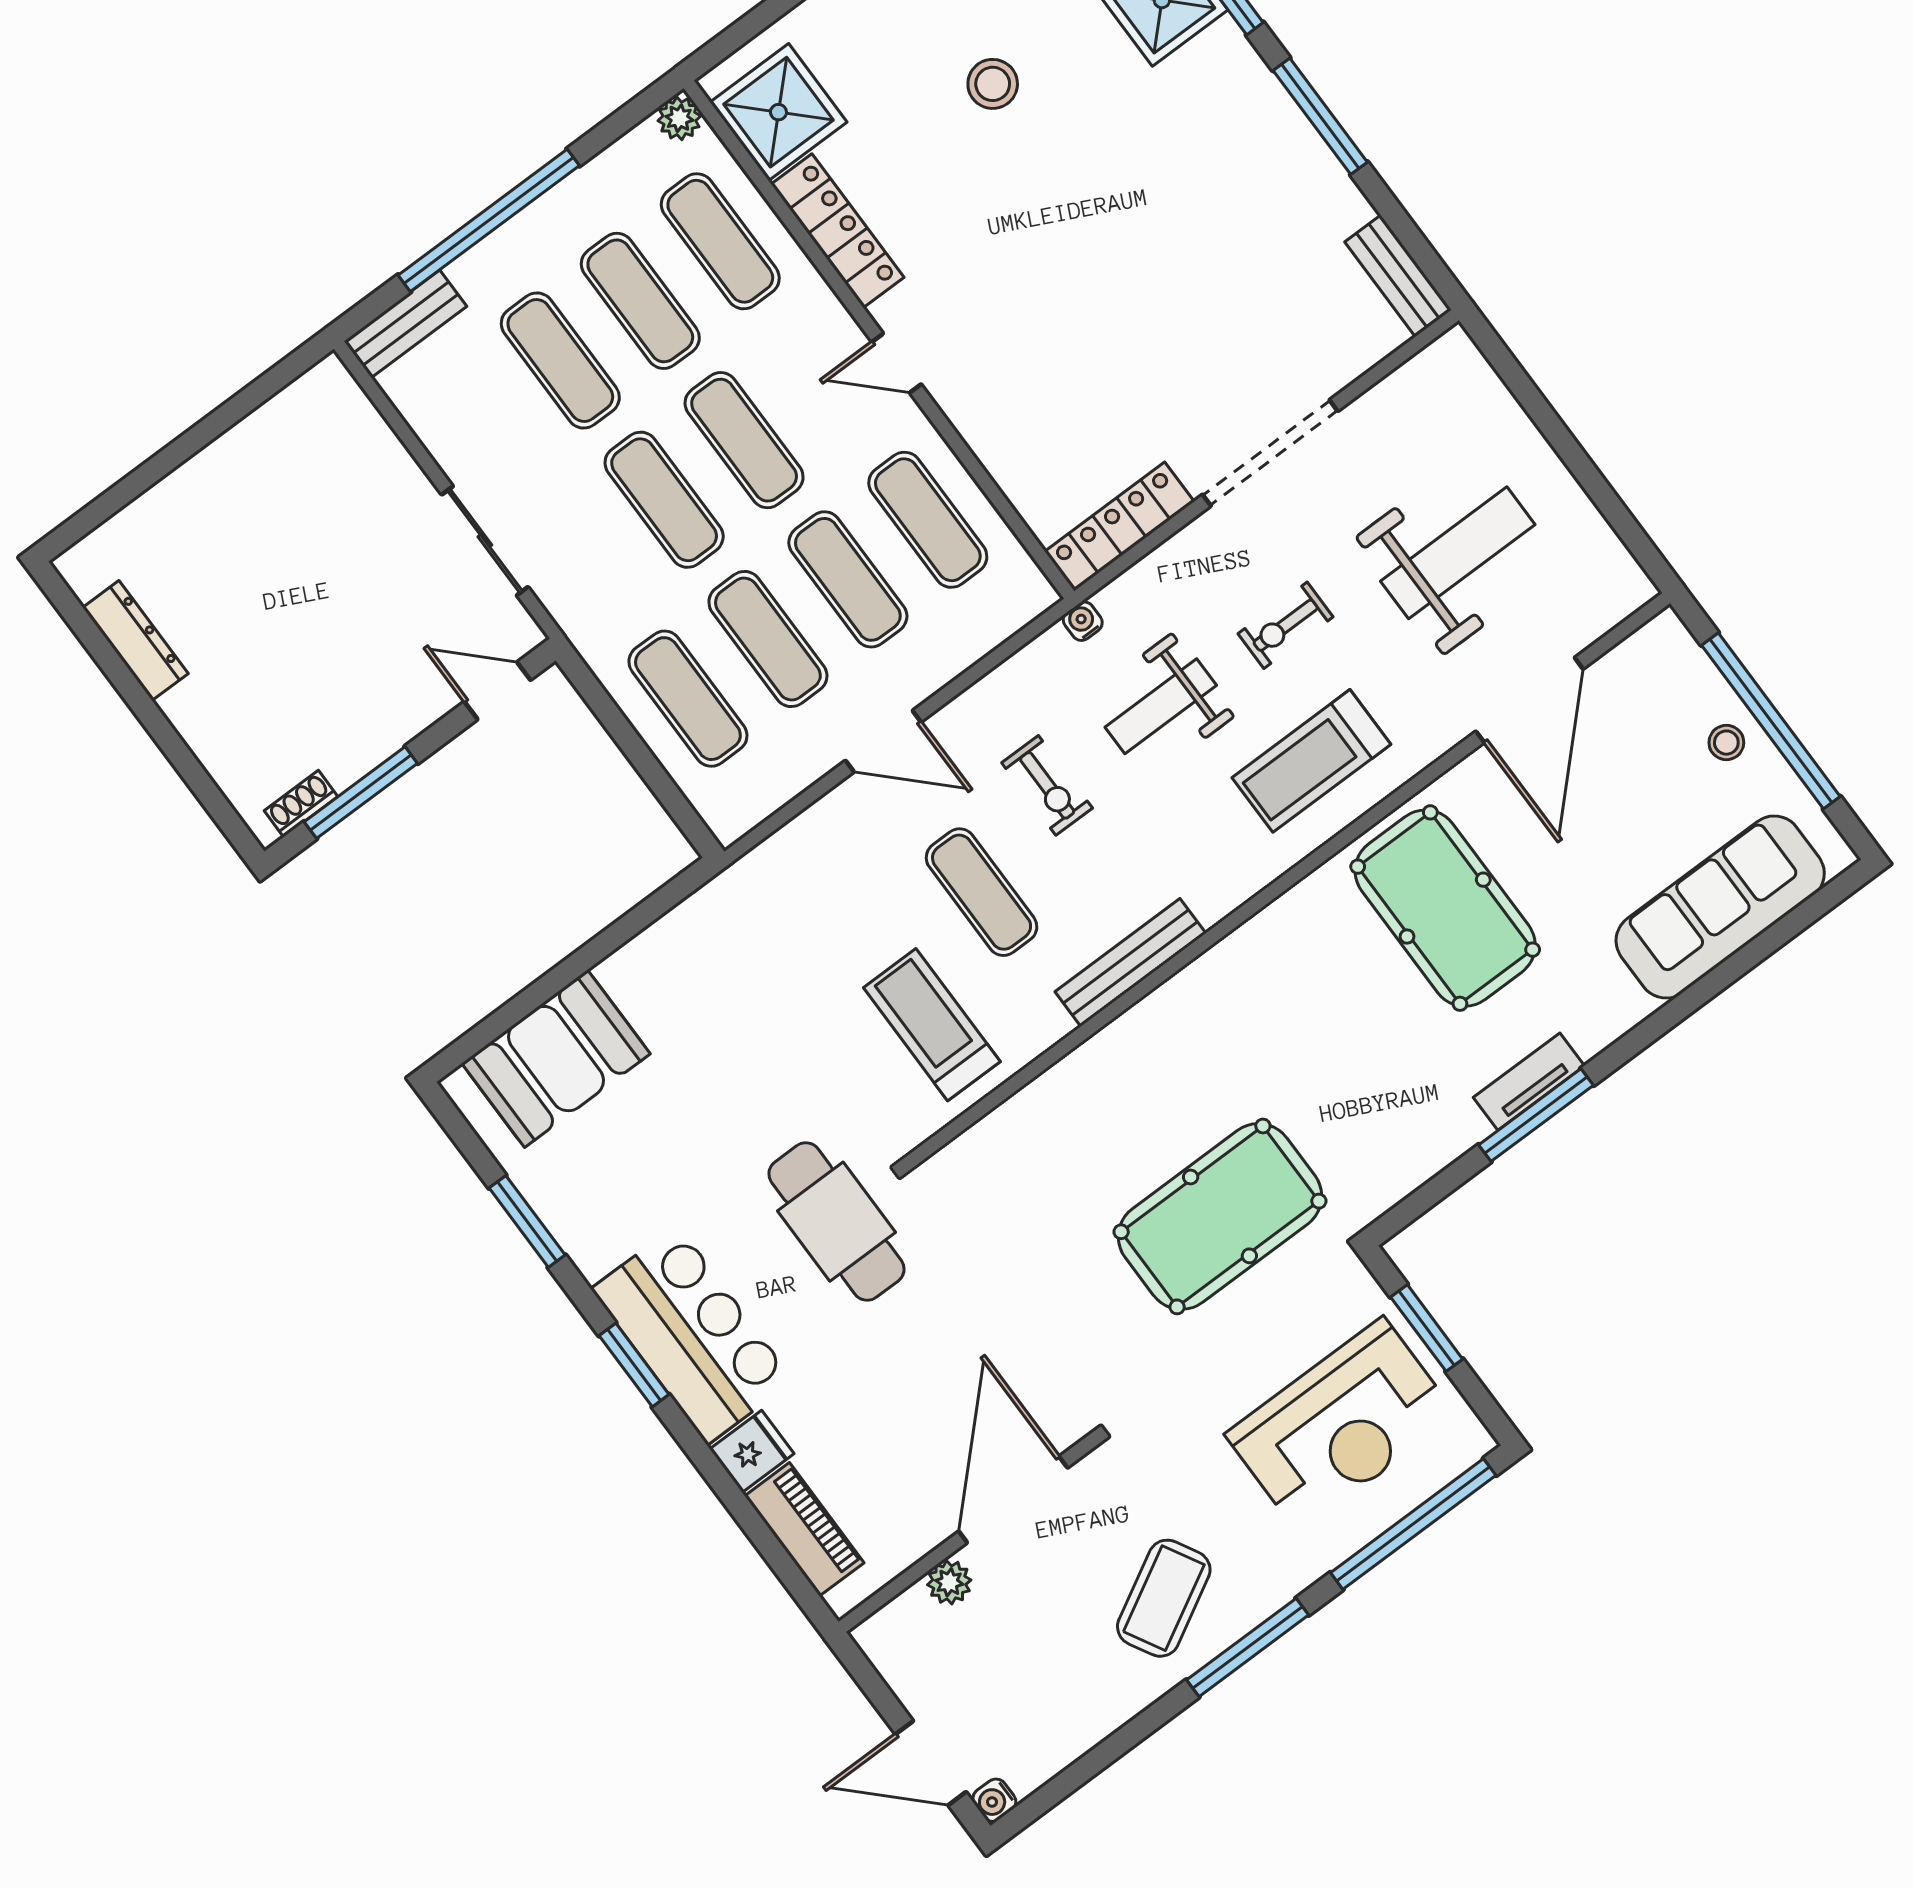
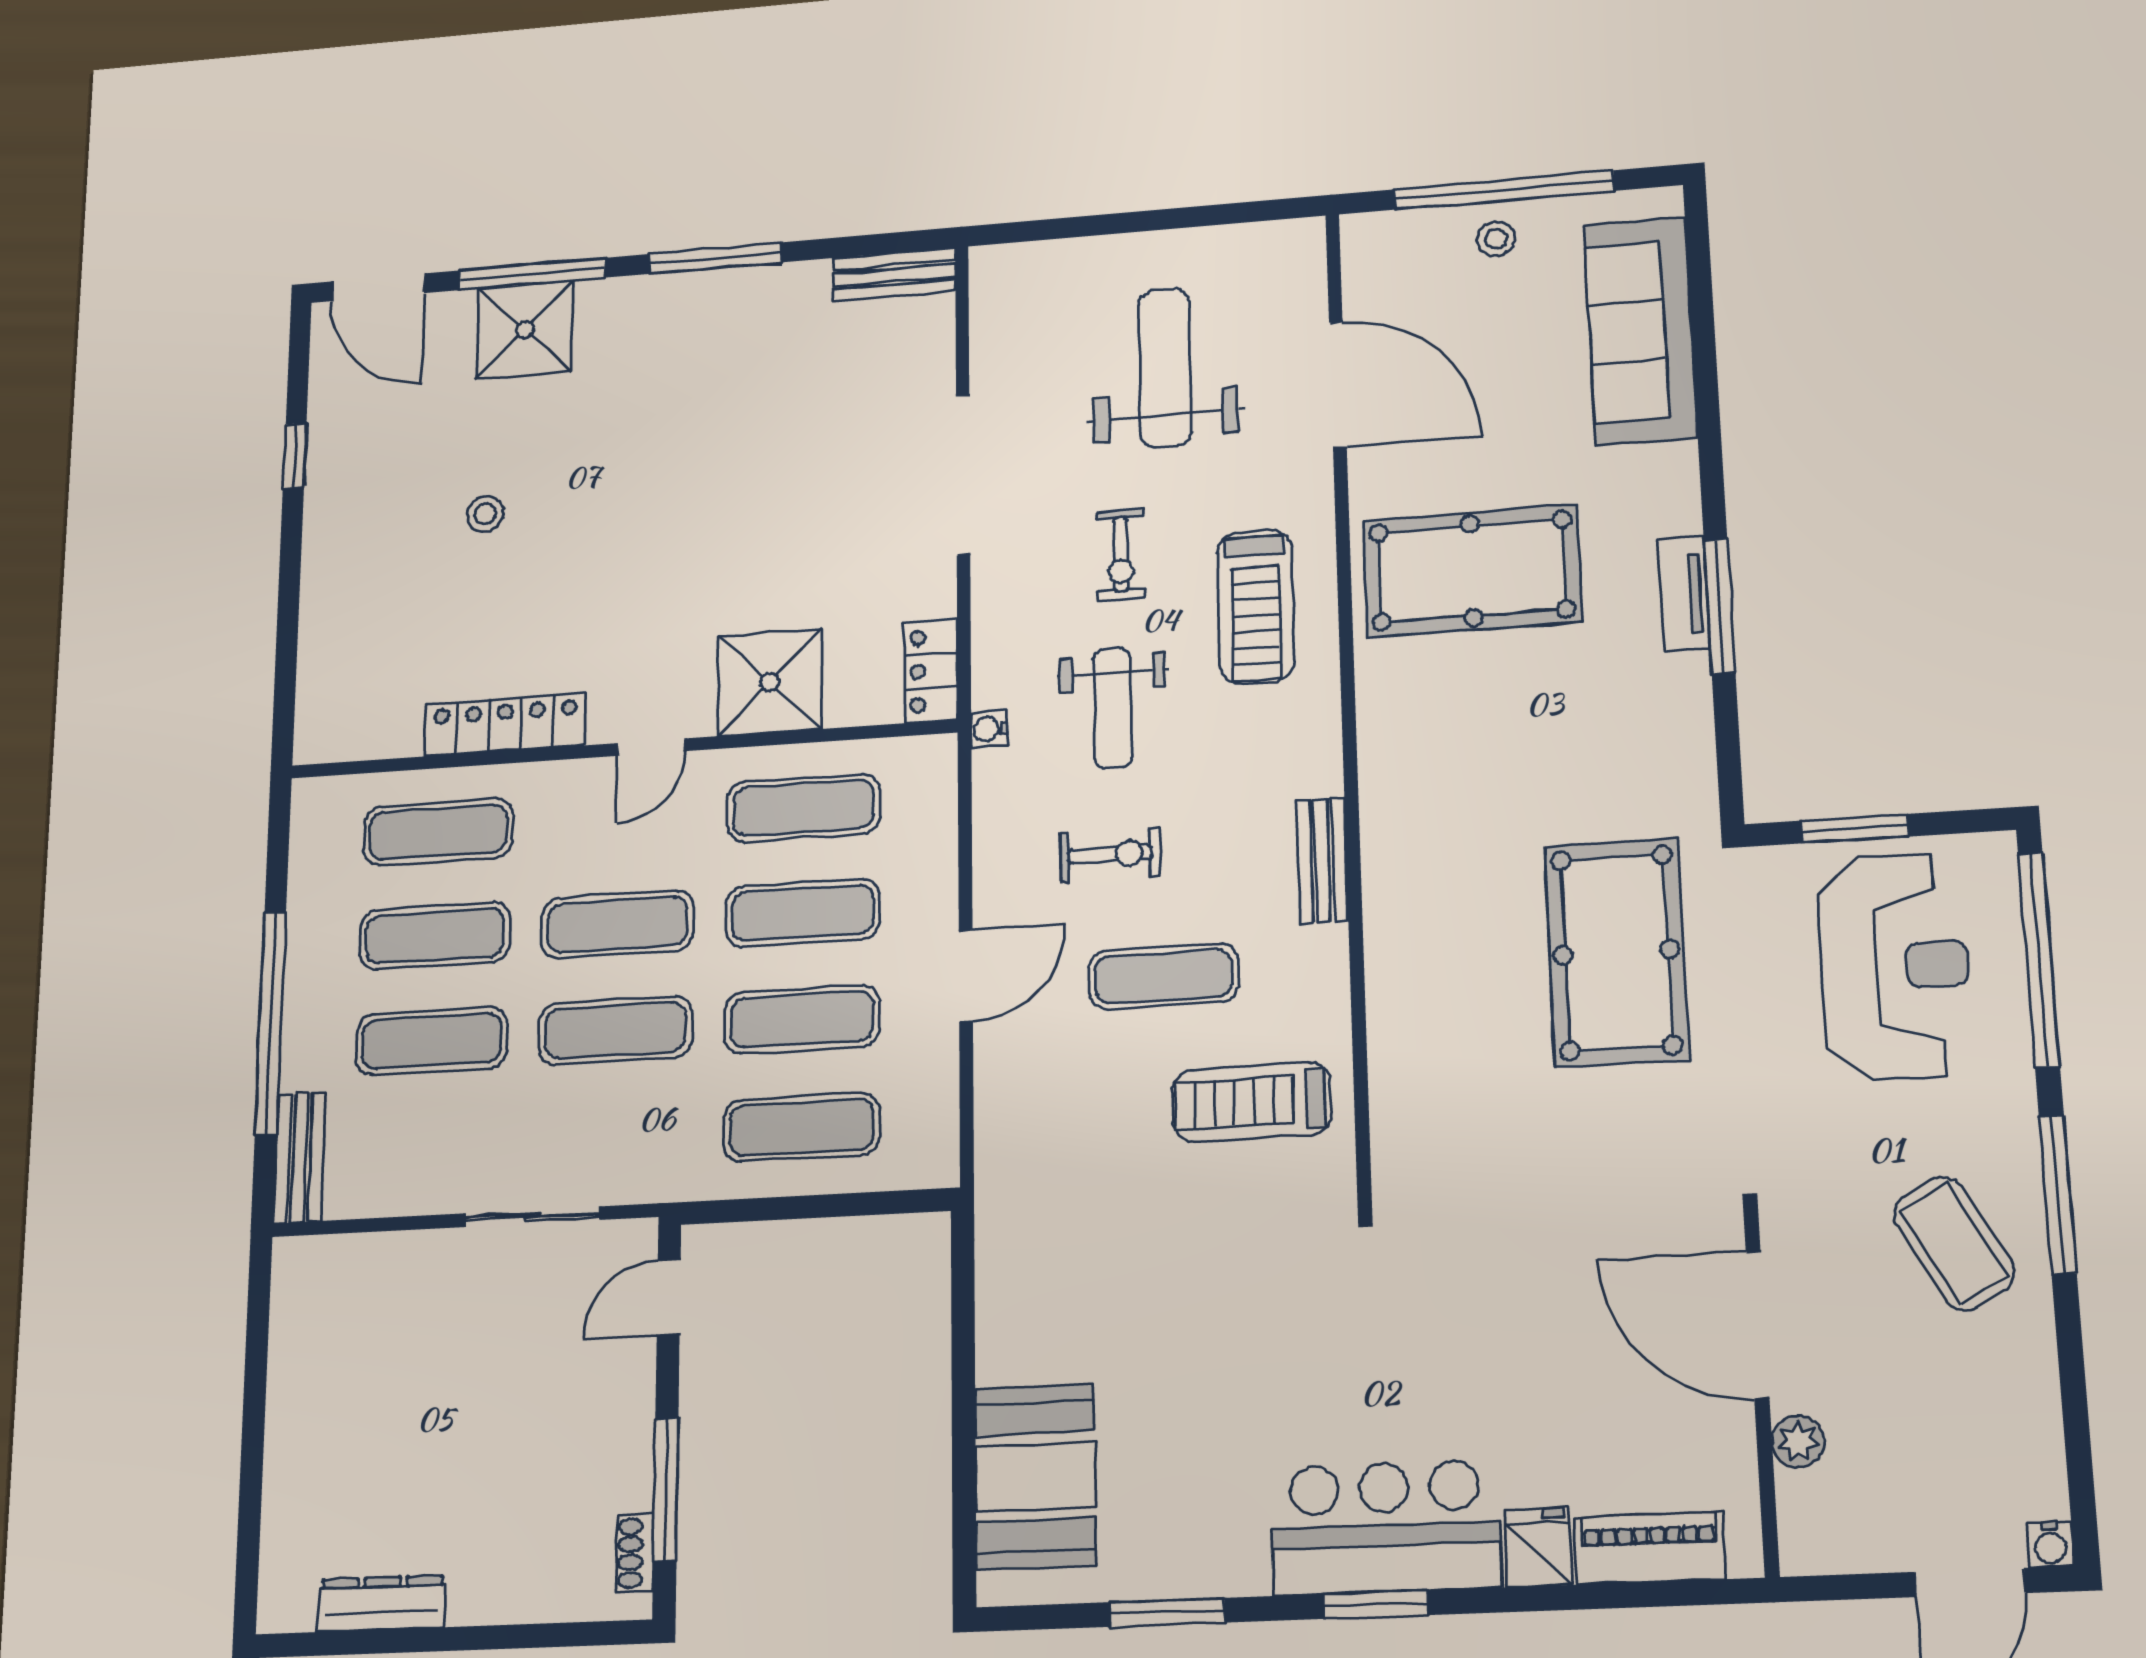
stool: (993, 84) -> (485, 514), width x0.73, depth x0.73
shower: (778, 112) -> (770, 682), moved
plant: (679, 118) -> (313, 799), removed
locker: (1119, 526) -> (931, 671), width x0.66
bench: (1130, 963) -> (1322, 860), width x0.73
cafe table: (836, 1222) -> (1373, 1315), removed

